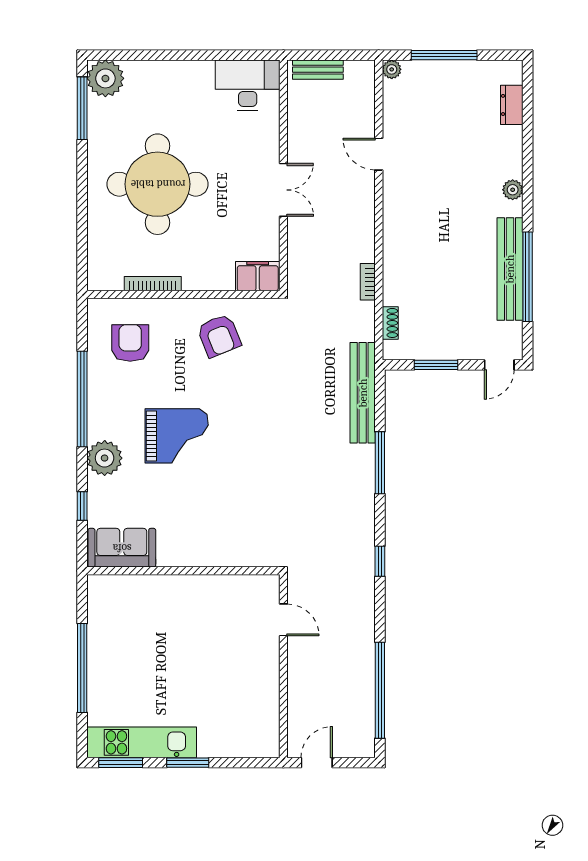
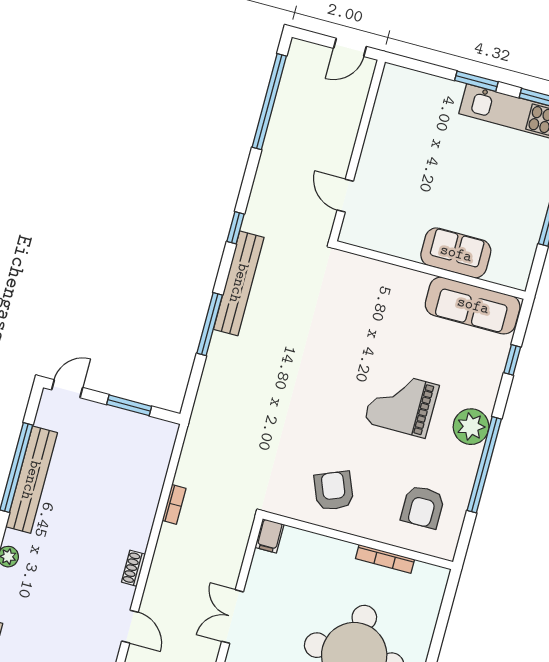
filing cabinet: (258, 276) -> (269, 536), width x0.50
shoe rack: (390, 323) -> (133, 568), moved
bench: (363, 393) -> (239, 283), moved
plant: (105, 458) -> (471, 427), moved
sofa: (122, 548) -> (473, 305), width x1.36
sofa: (163, 594) -> (456, 253), added

